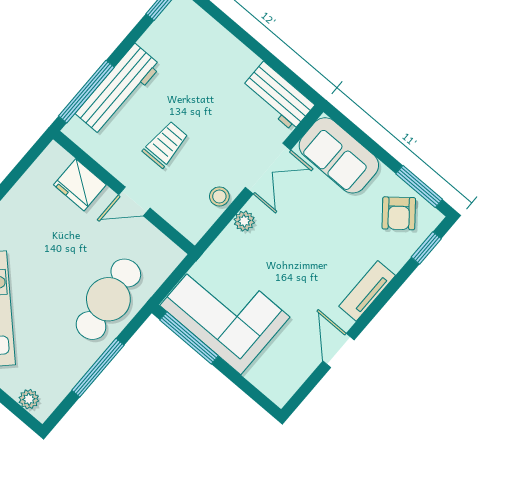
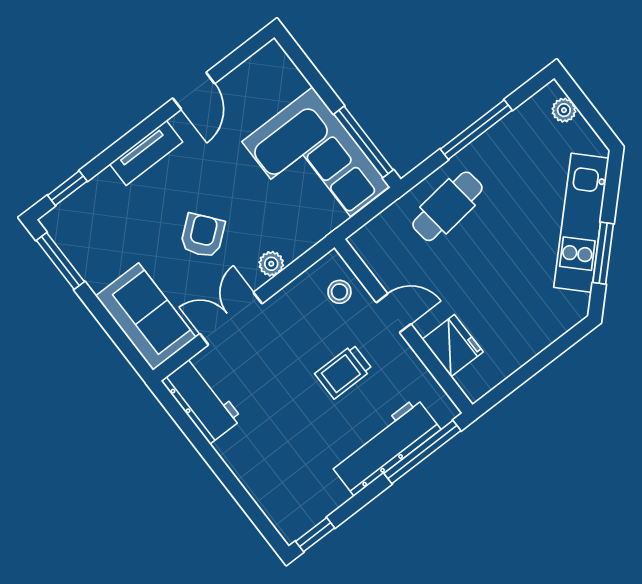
stool: (219, 196) -> (339, 292), moved
armchair: (399, 213) -> (203, 236), moved
cafe table: (108, 299) -> (447, 206), width x0.73, depth x0.74

